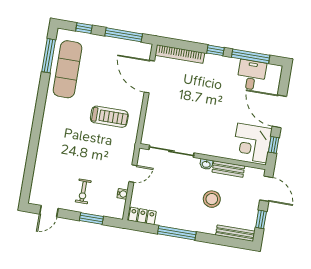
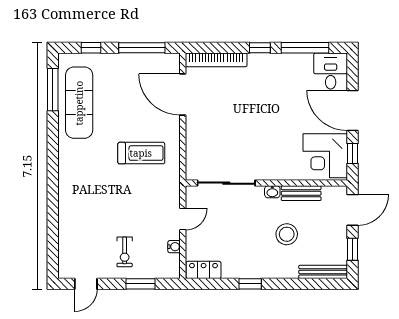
desk: (252, 75) -> (331, 71), moved
door: (266, 189) -> (353, 210), hinge flipped
window: (177, 233) -> (250, 284), width x0.46

